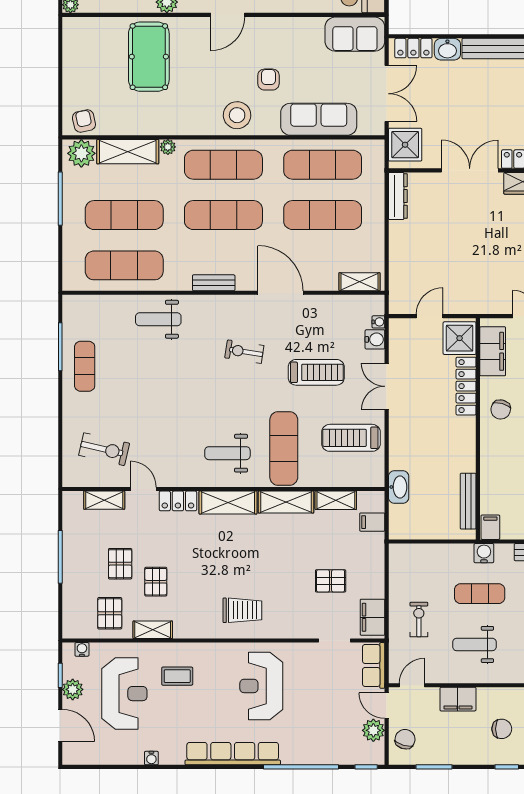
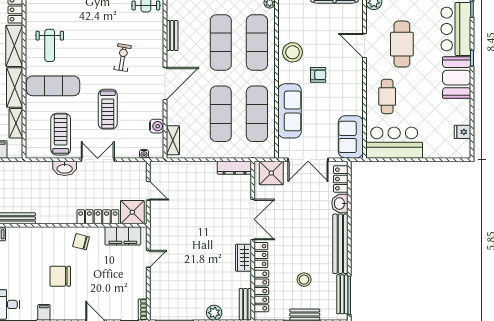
water cooler: (375, 339) -> (157, 126), moved, turned -90
weight bench: (227, 453) -> (50, 45), turned 180
washbasin: (399, 487) -> (65, 168), moved

